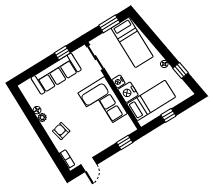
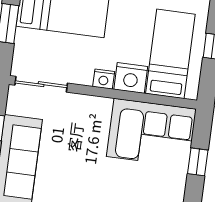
corner sofa: (103, 103) -> (151, 133), moved
window: (125, 142) -> (198, 162), moved

